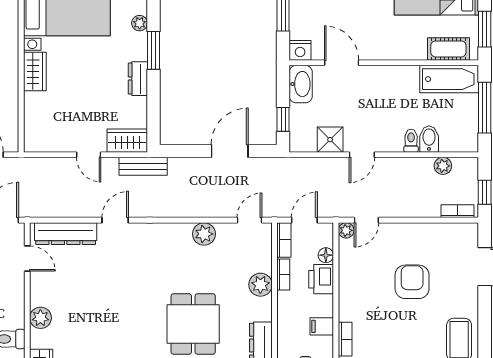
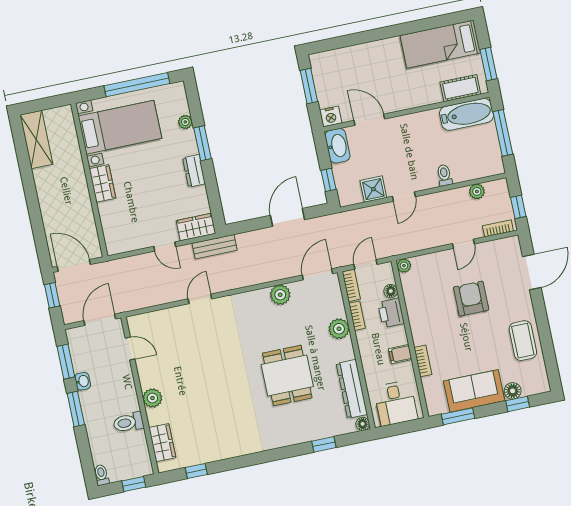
bidet: (429, 139) -> (460, 170), removed
door: (249, 220) -> (317, 274), width x1.37
door: (366, 220) -> (463, 244), moved
dresser: (66, 234) -> (159, 320), removed

